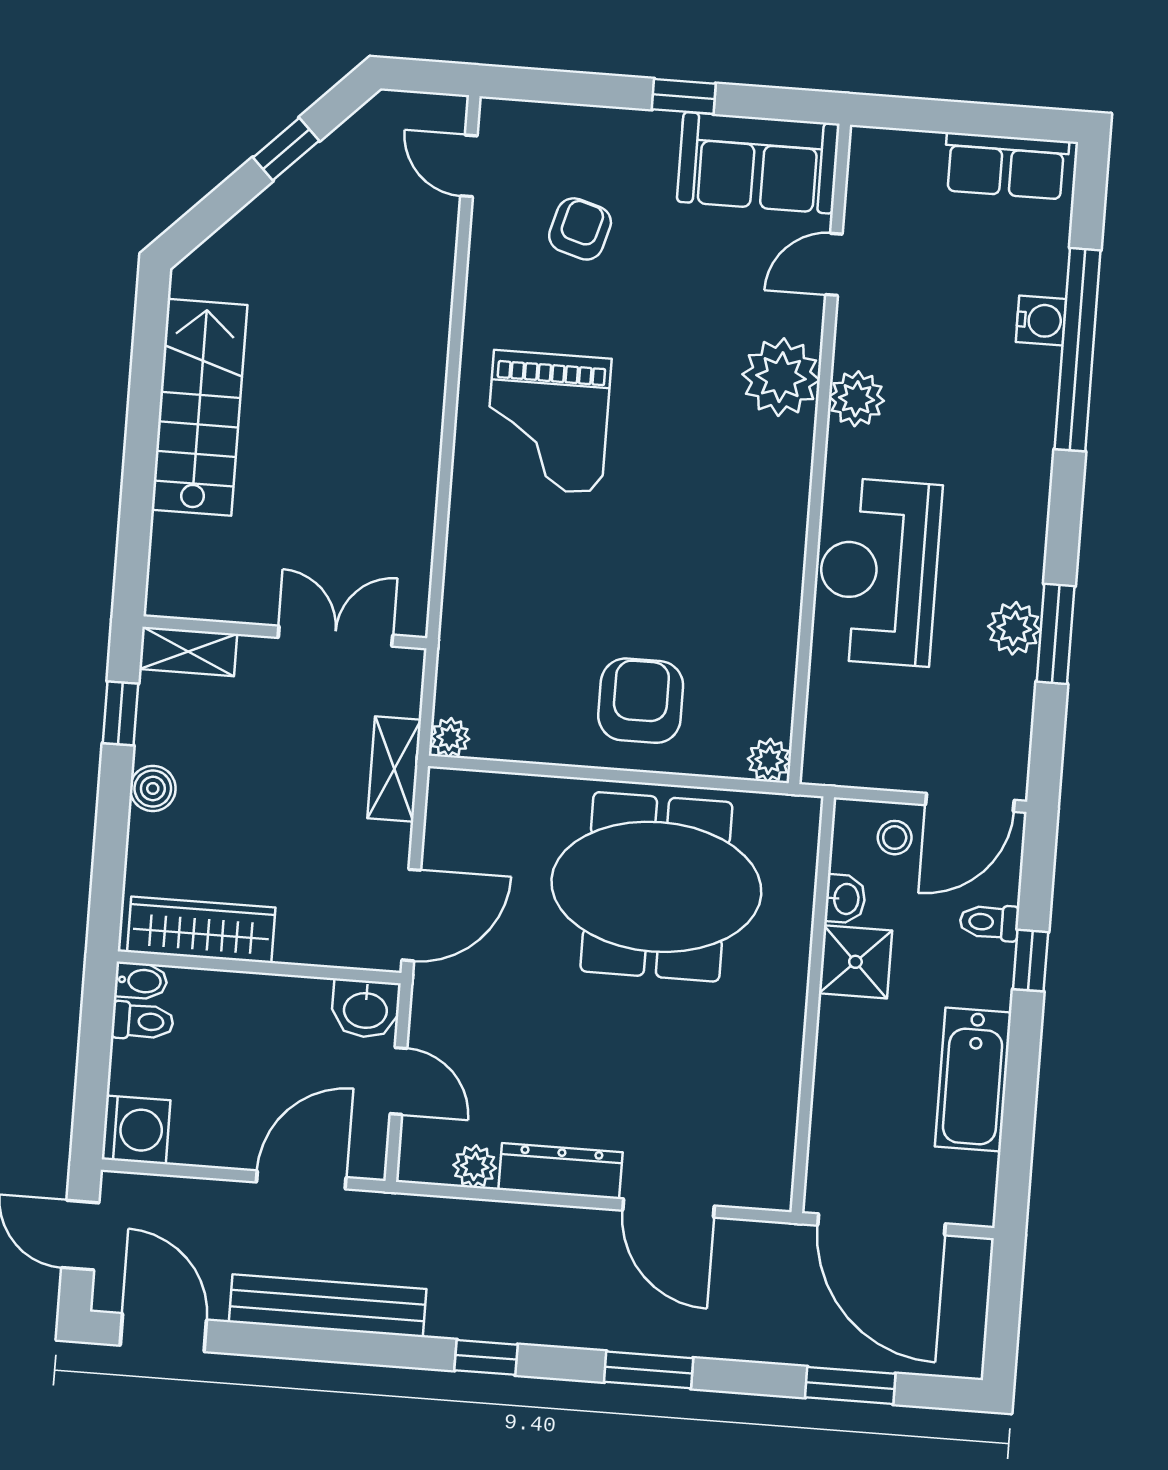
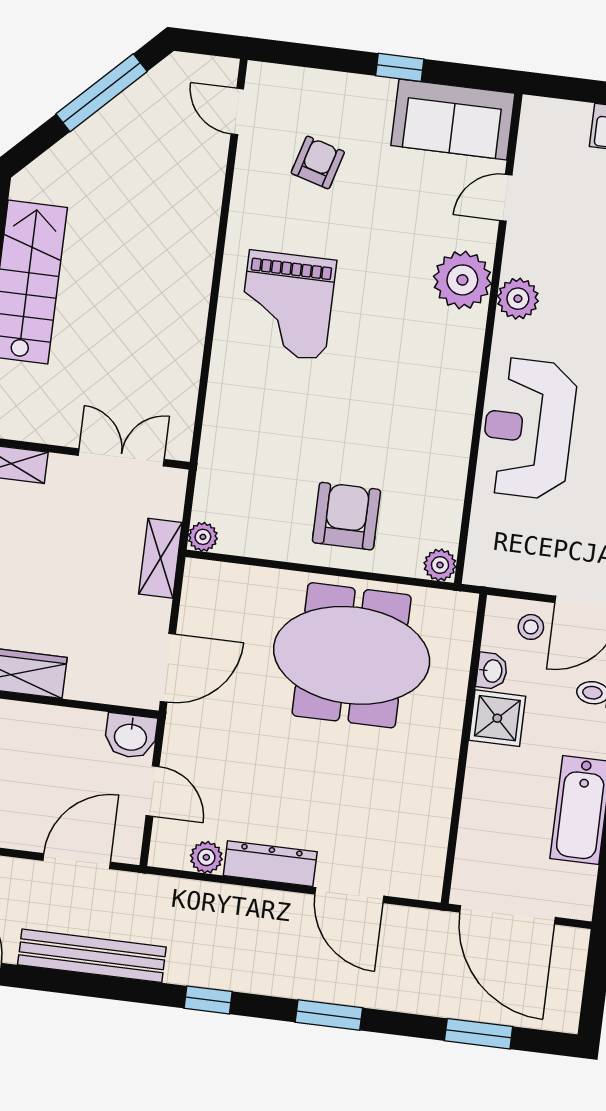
window: (286, 149) -> (102, 93), width x2.17

